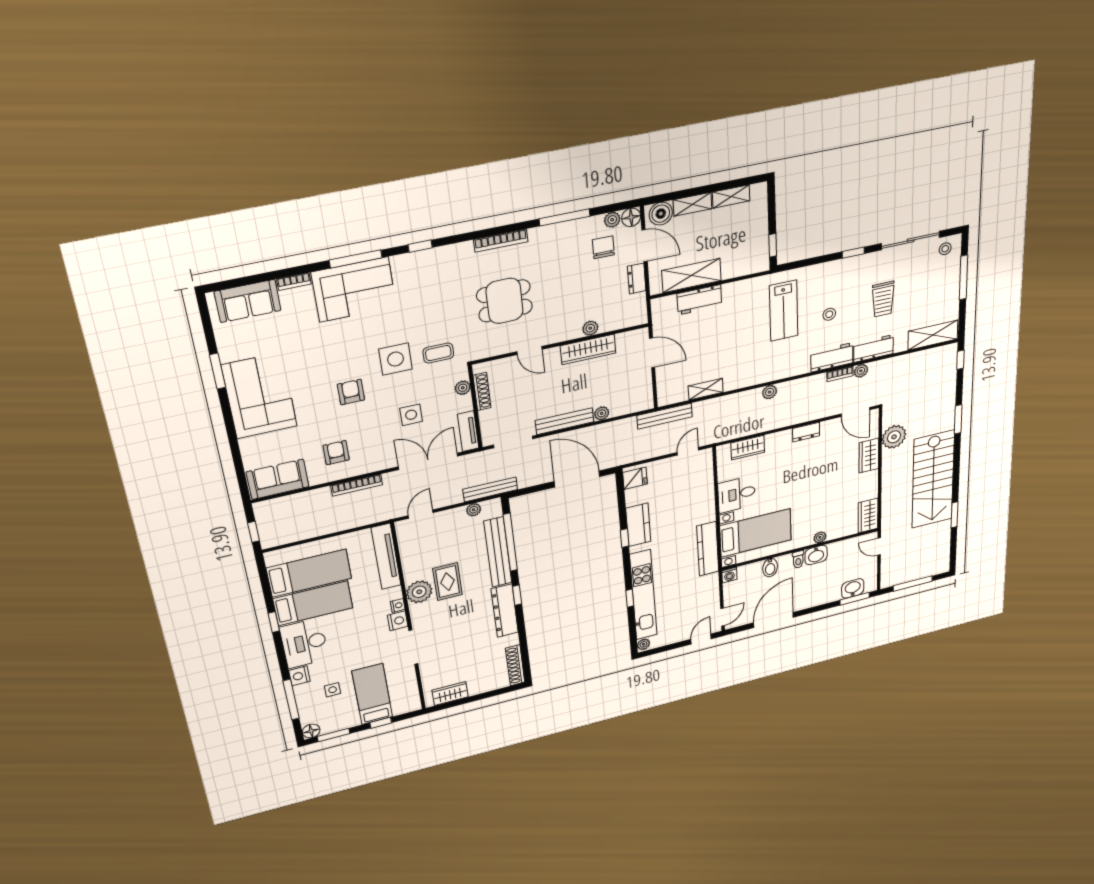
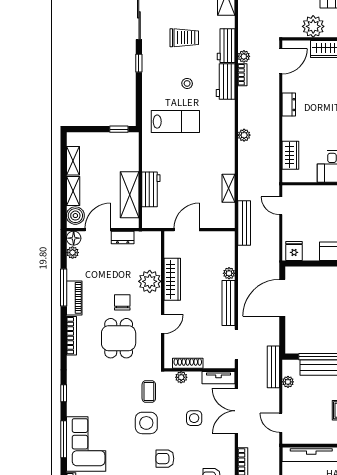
piano: (552, 234) -> (74, 298), added
chair: (603, 247) -> (122, 302), moved, turned 90
plant: (590, 328) -> (150, 281), width x1.88, depth x1.88

